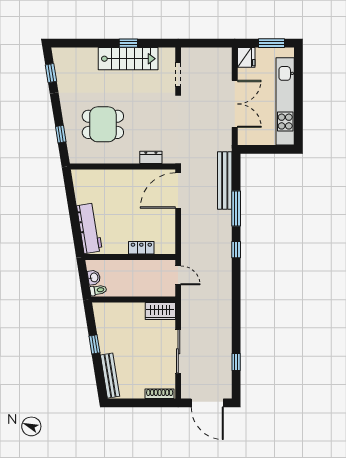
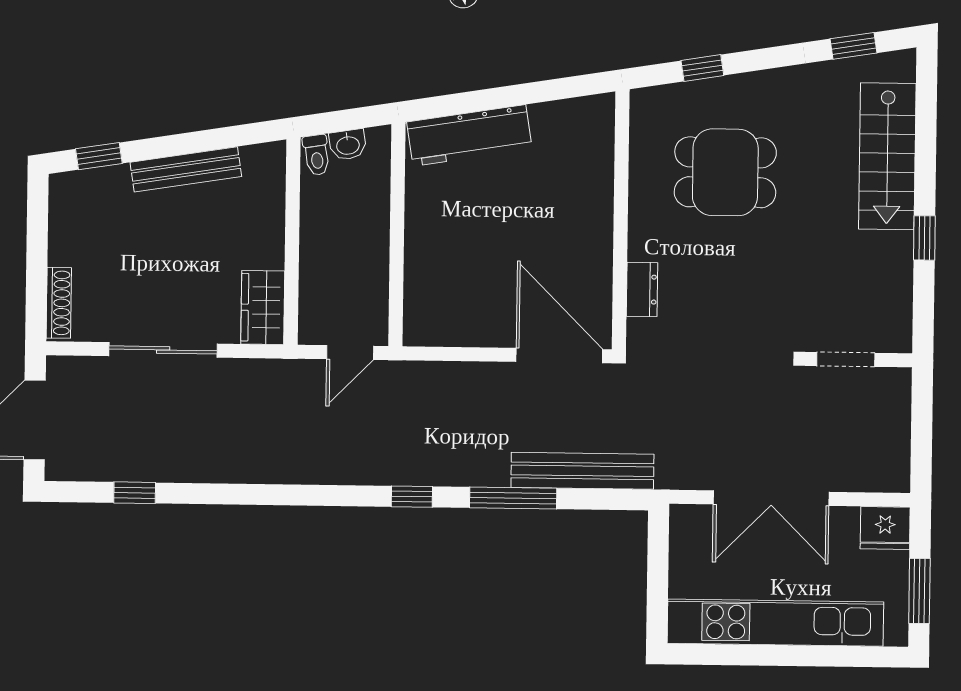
stairs: (128, 59) -> (887, 156), moved
dining table: (103, 124) -> (725, 172), turned 90
locker: (141, 248) -> (419, 263), removed
window: (94, 344) -> (99, 156), moved
bench: (110, 376) -> (186, 169), moved

